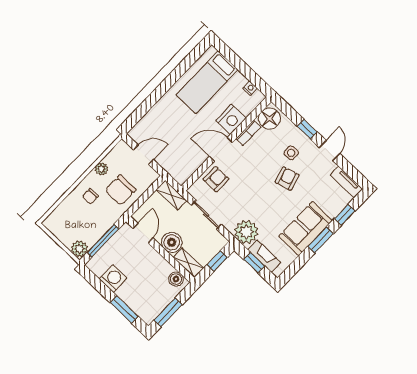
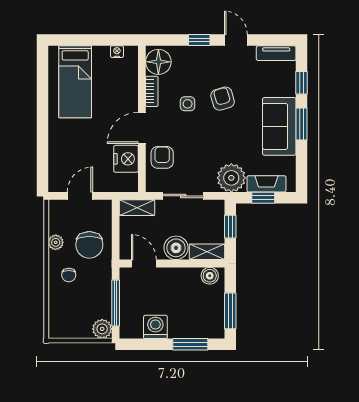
nightstand: (231, 119) -> (126, 159), moved
side table: (291, 153) -> (188, 104), moved

